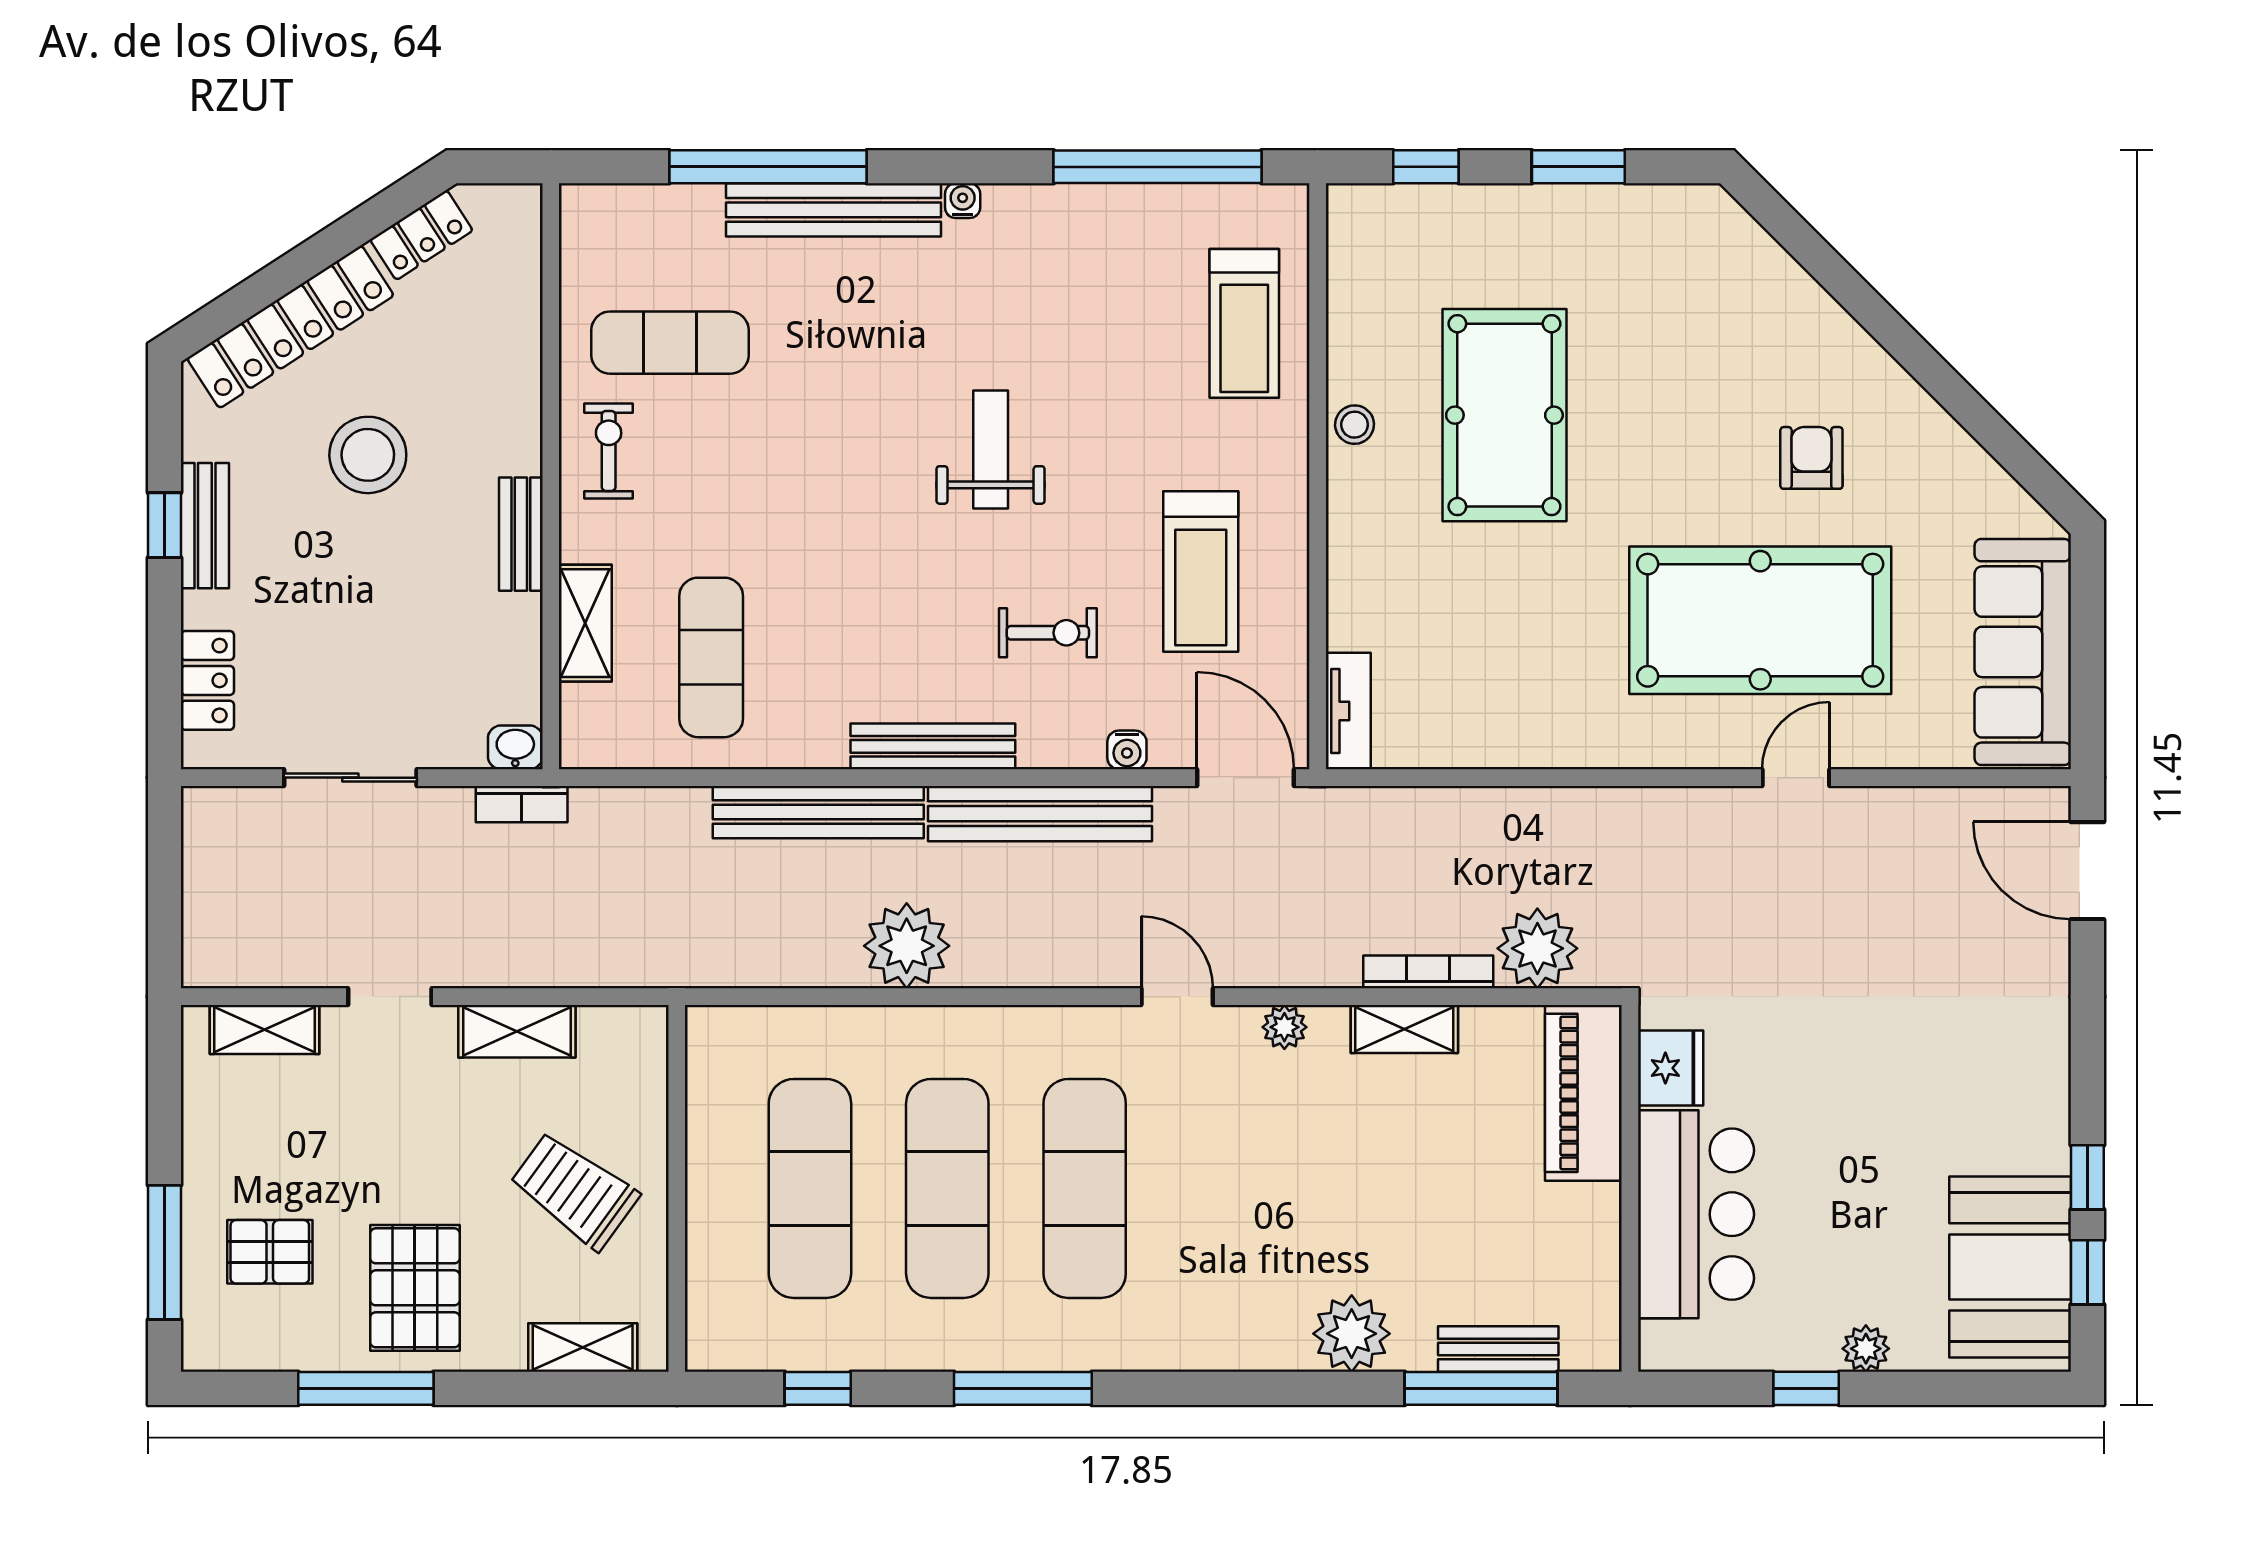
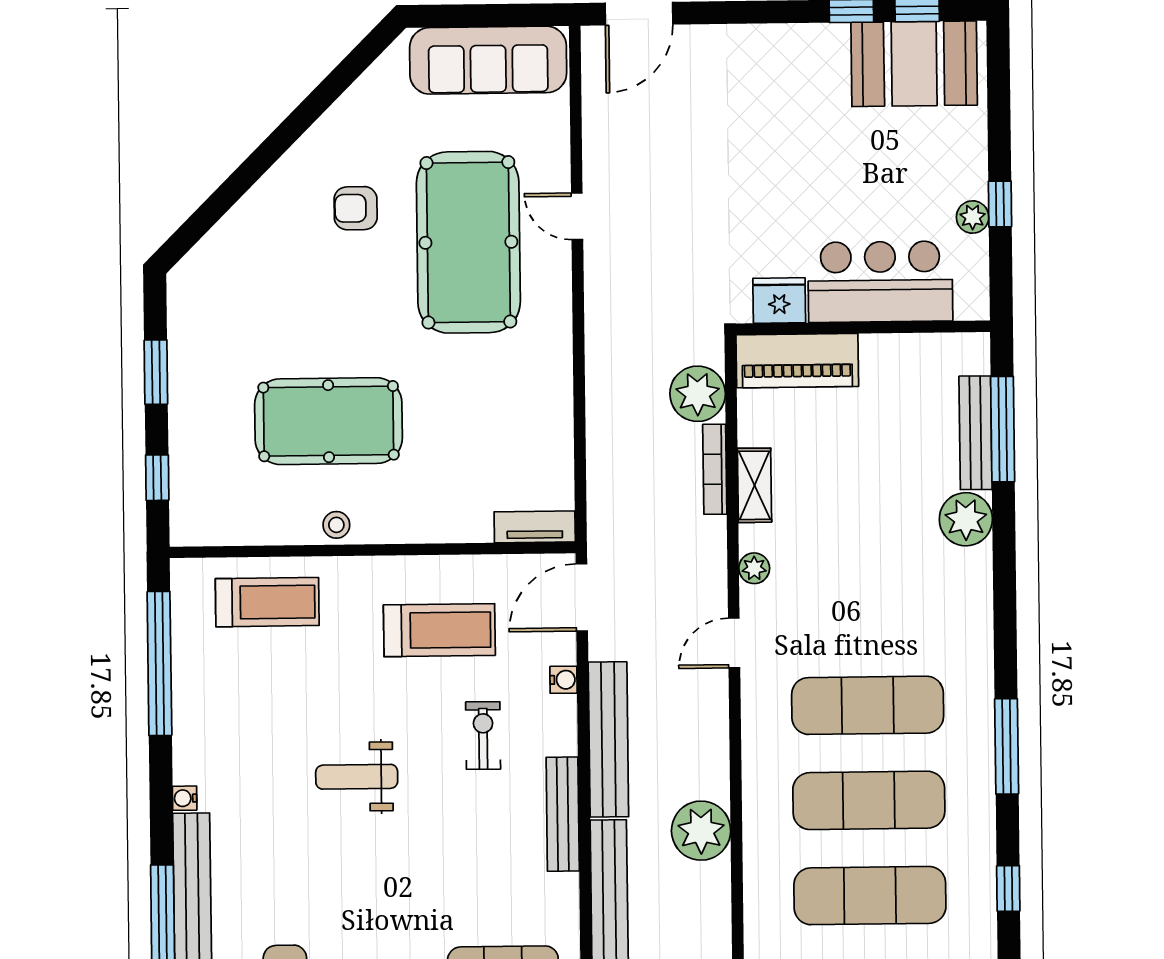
bench: (1498, 1349) -> (975, 433), width x1.36
plant: (1866, 1349) -> (973, 217), moved

